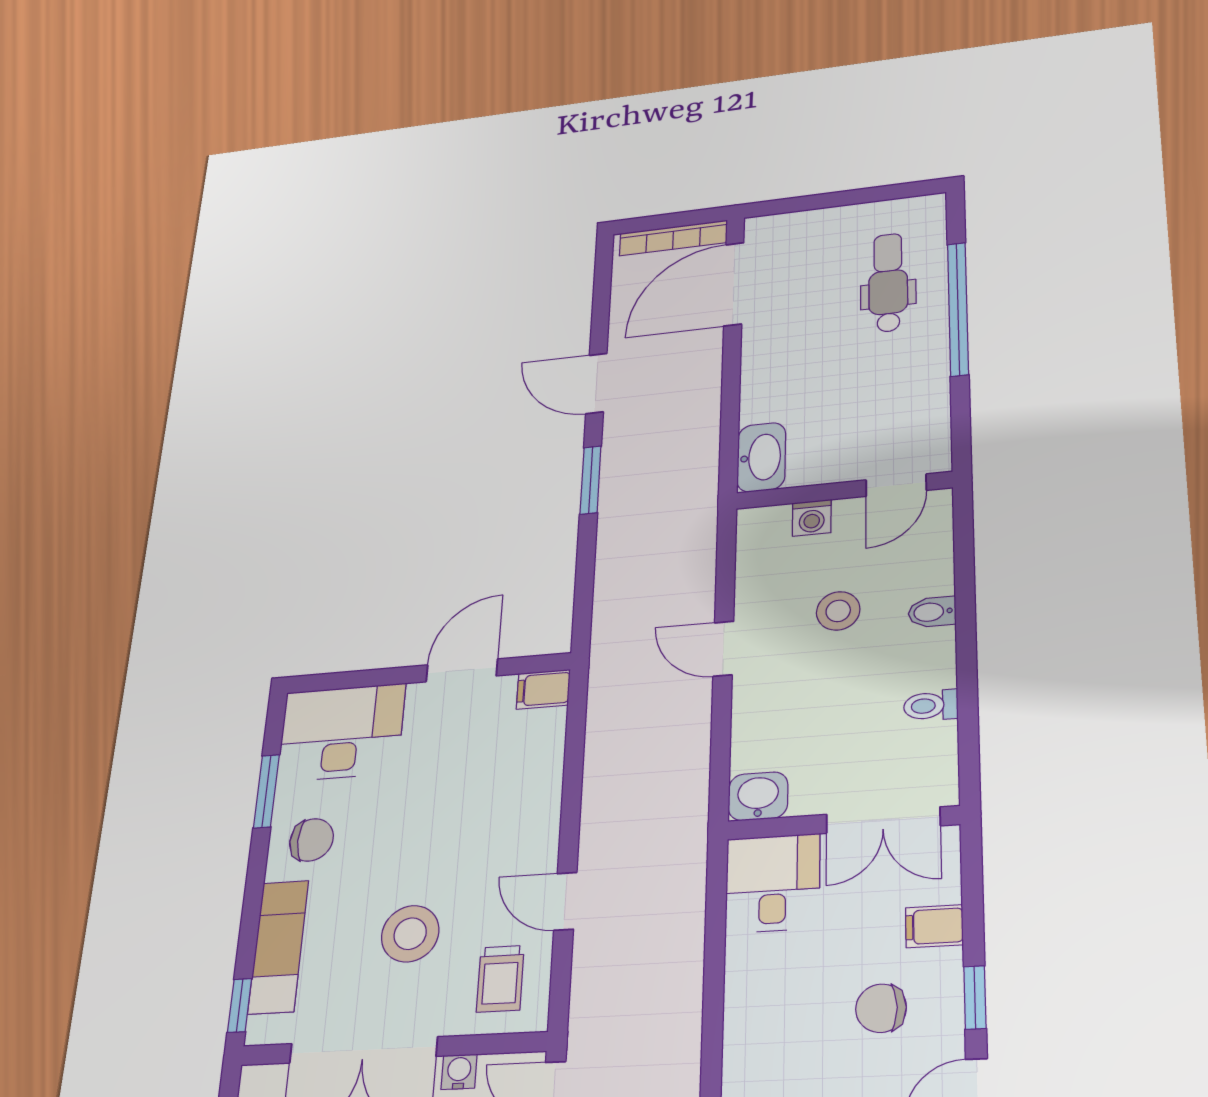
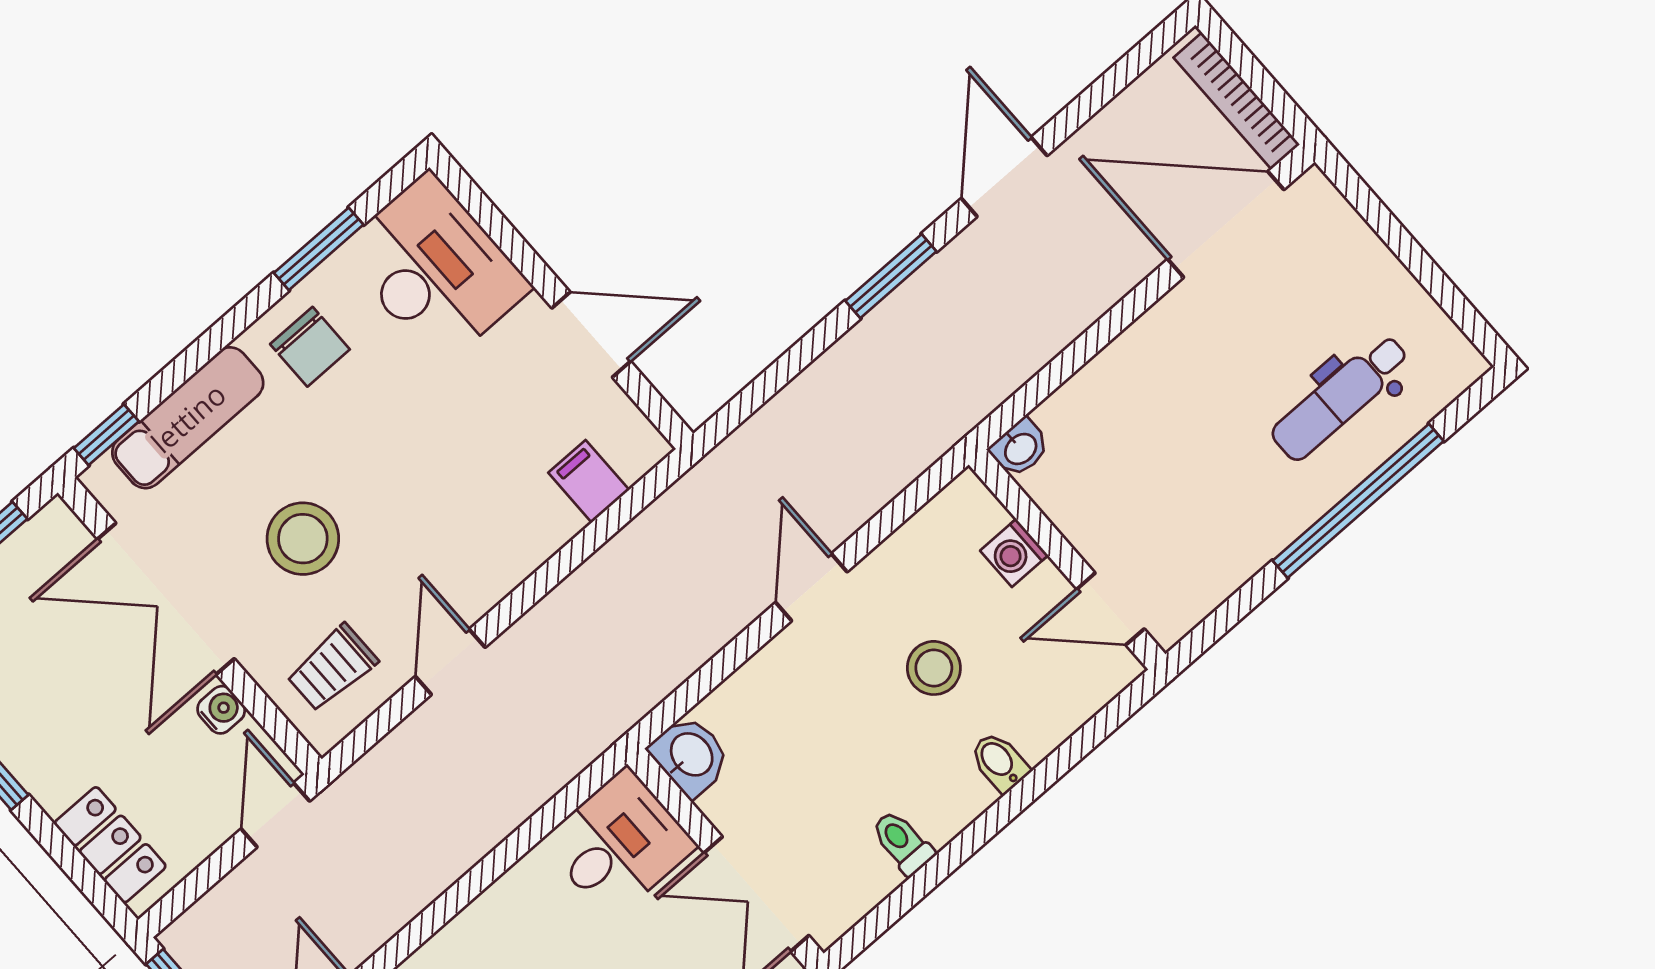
dental chair: (888, 282) -> (1340, 397), turned 180
washbasin: (761, 457) -> (1020, 448), width x0.52, depth x0.69
filing cabinet: (543, 689) -> (589, 481), moved

